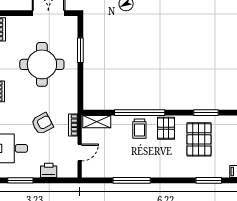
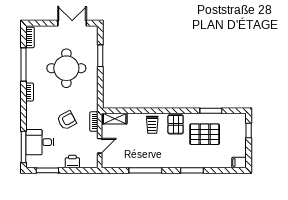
window: (140, 113) -> (152, 111), removed
pallet: (199, 139) -> (205, 134), turned 90
window: (209, 180) -> (192, 170), moved

